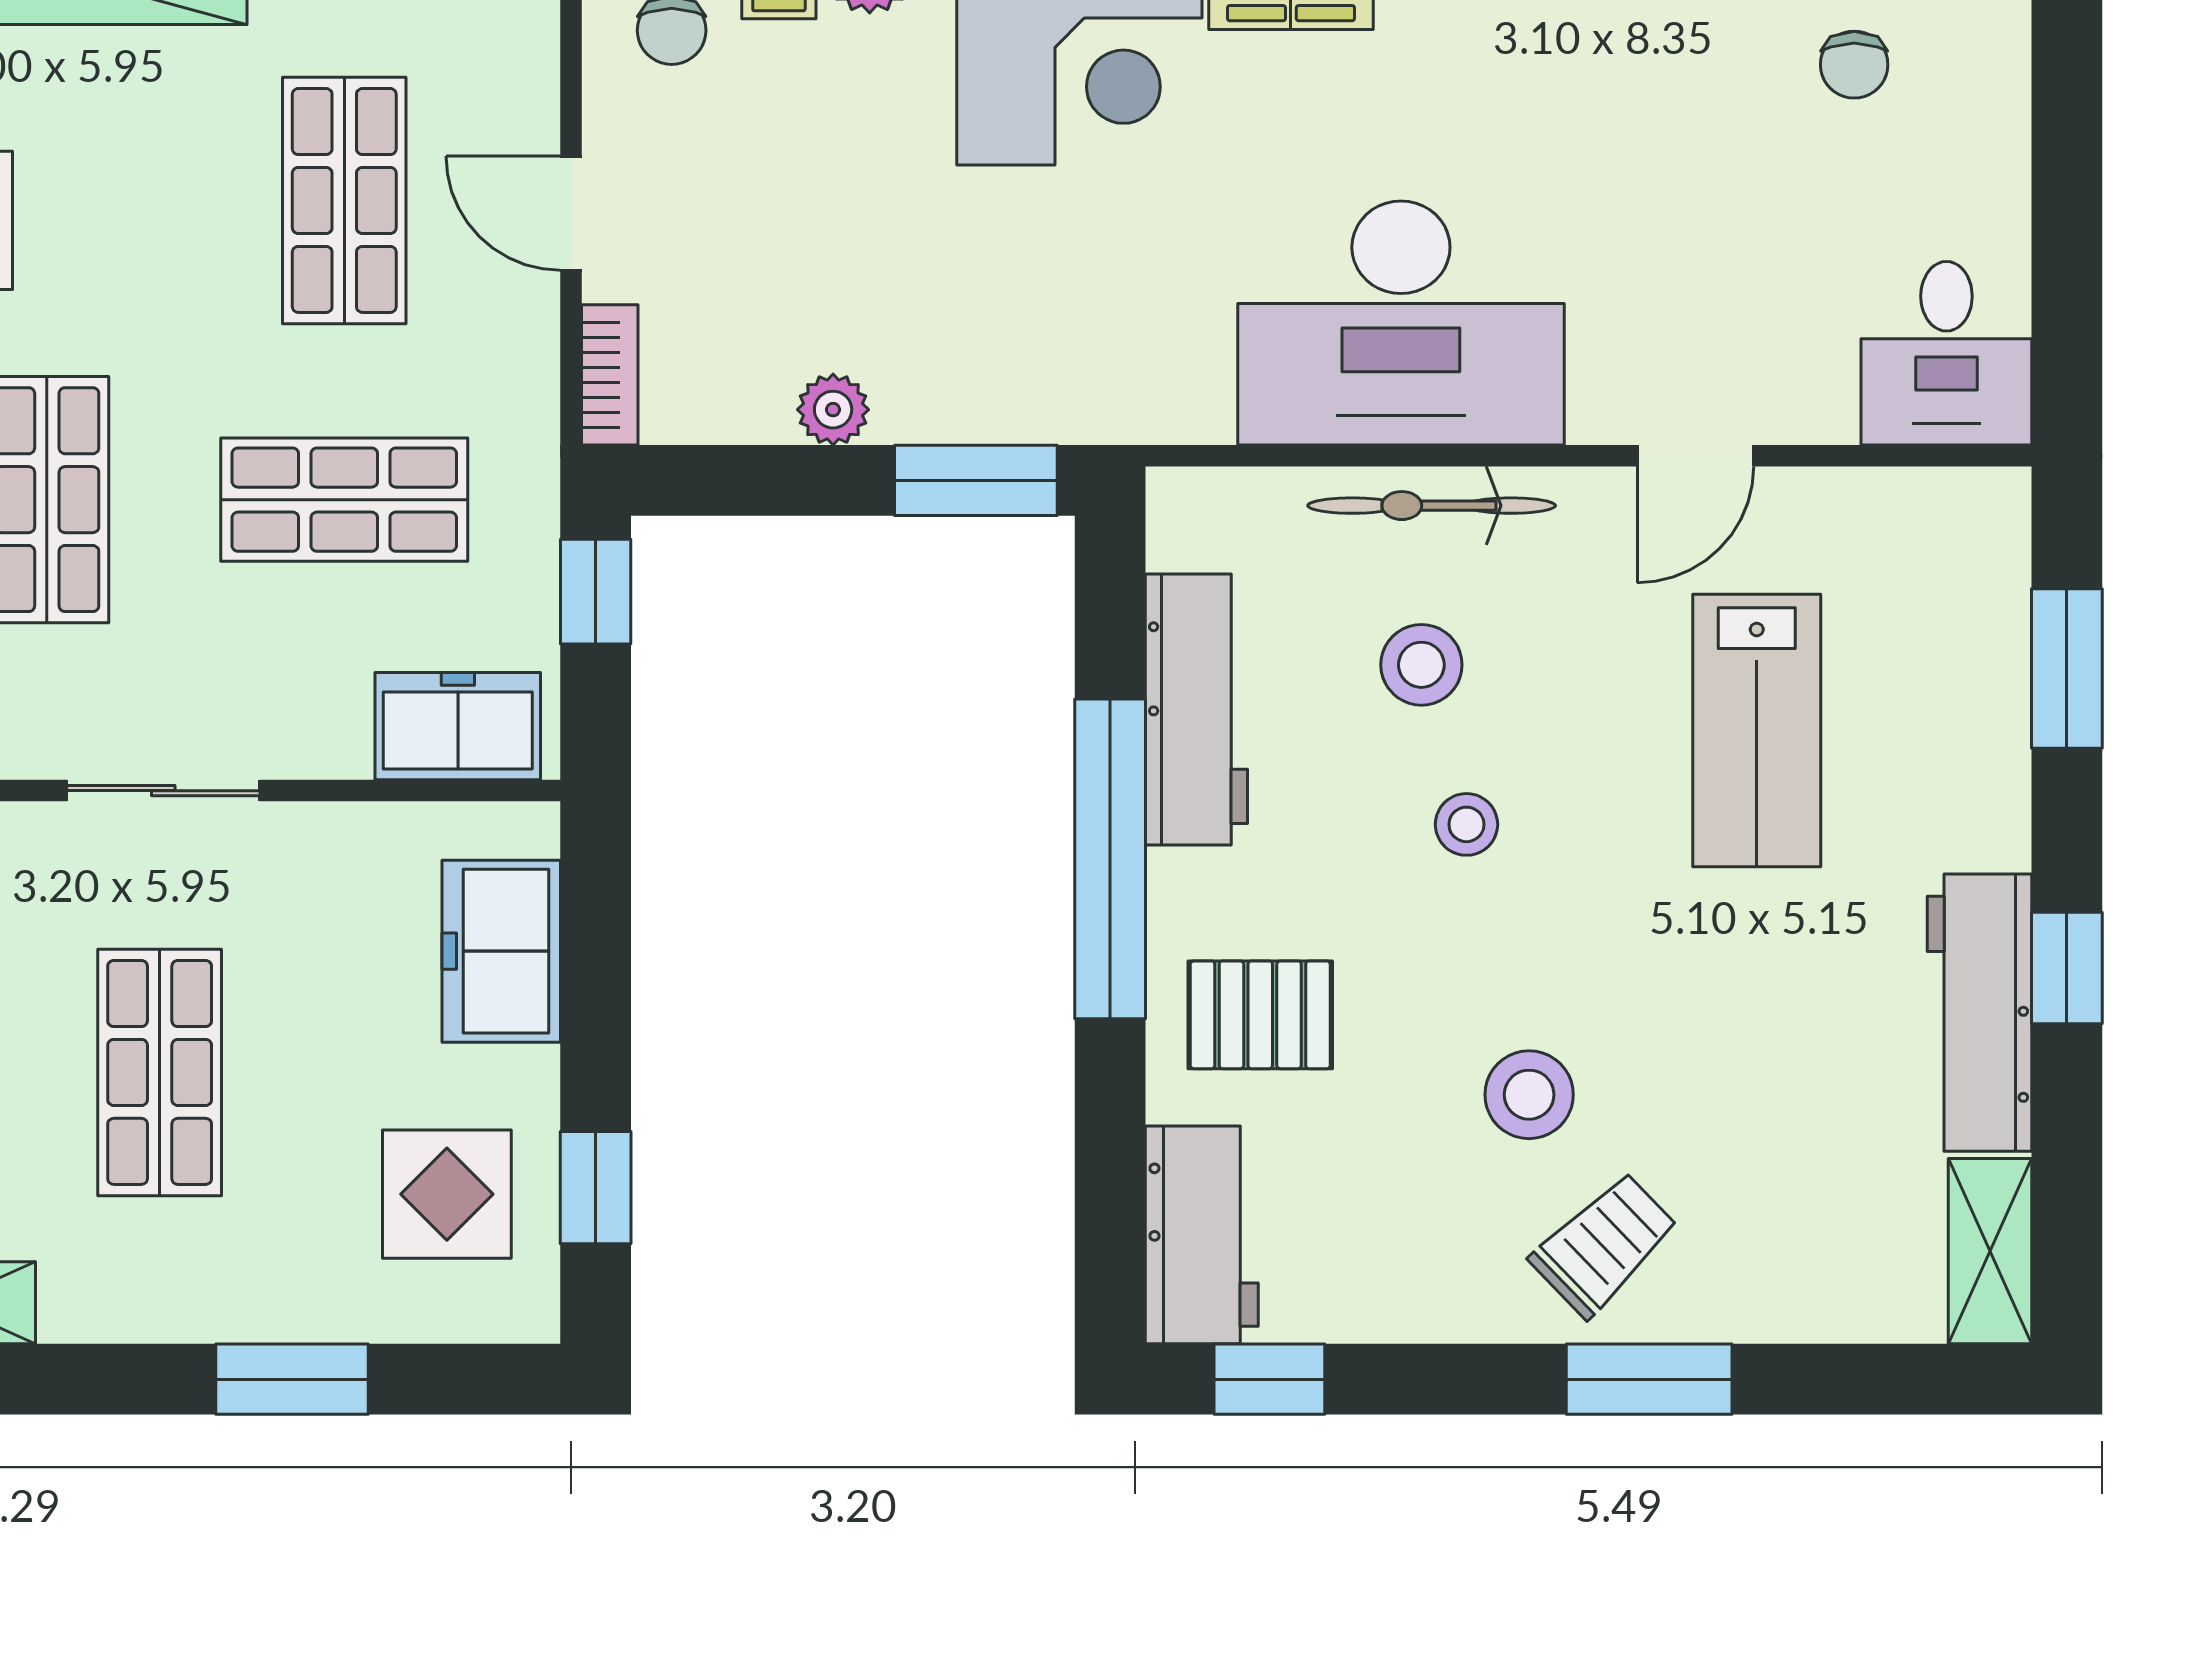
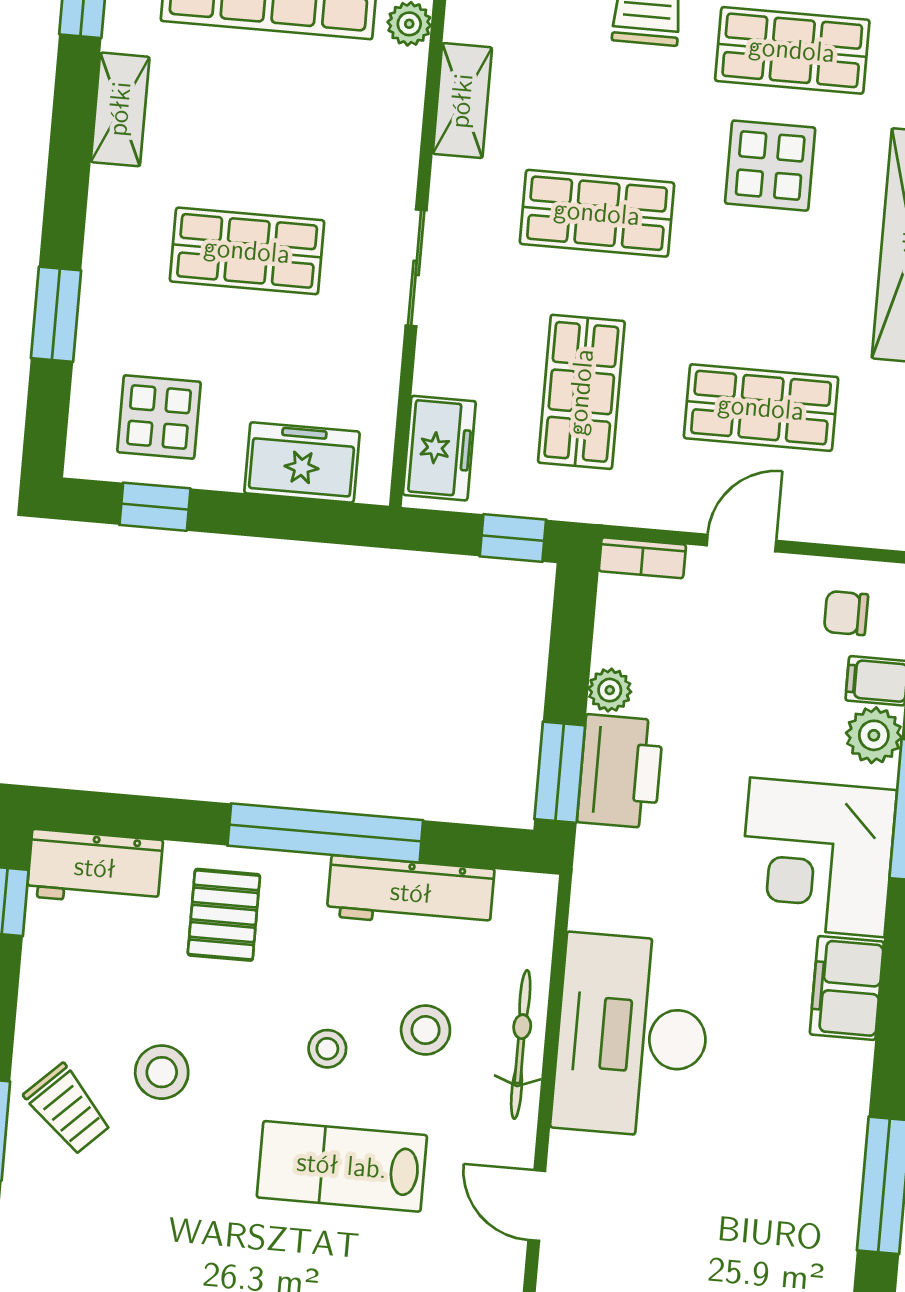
printer: (966, 380) -> (620, 771), added
lab bench: (1757, 730) -> (342, 1166), moved

